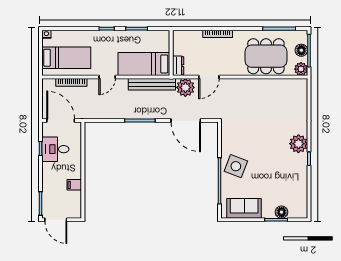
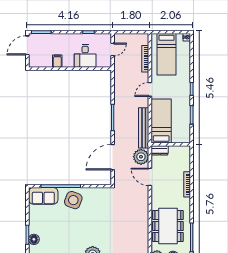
door: (107, 77) -> (150, 89), hinge flipped
door: (61, 121) -> (113, 49), width x0.53
desk: (55, 149) -> (85, 56), moved, turned 180
sofa: (244, 208) -> (43, 196), moved, turned 90

